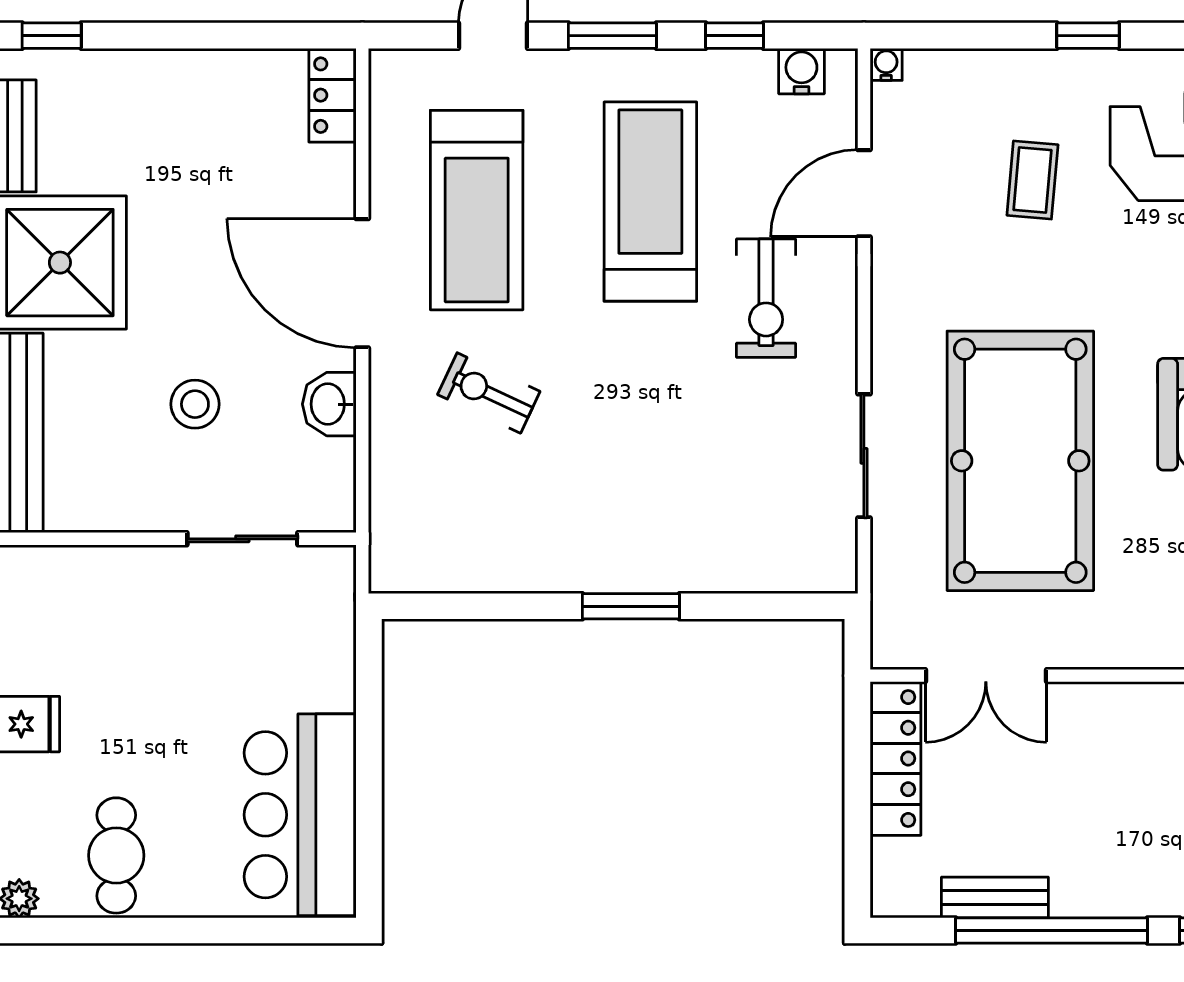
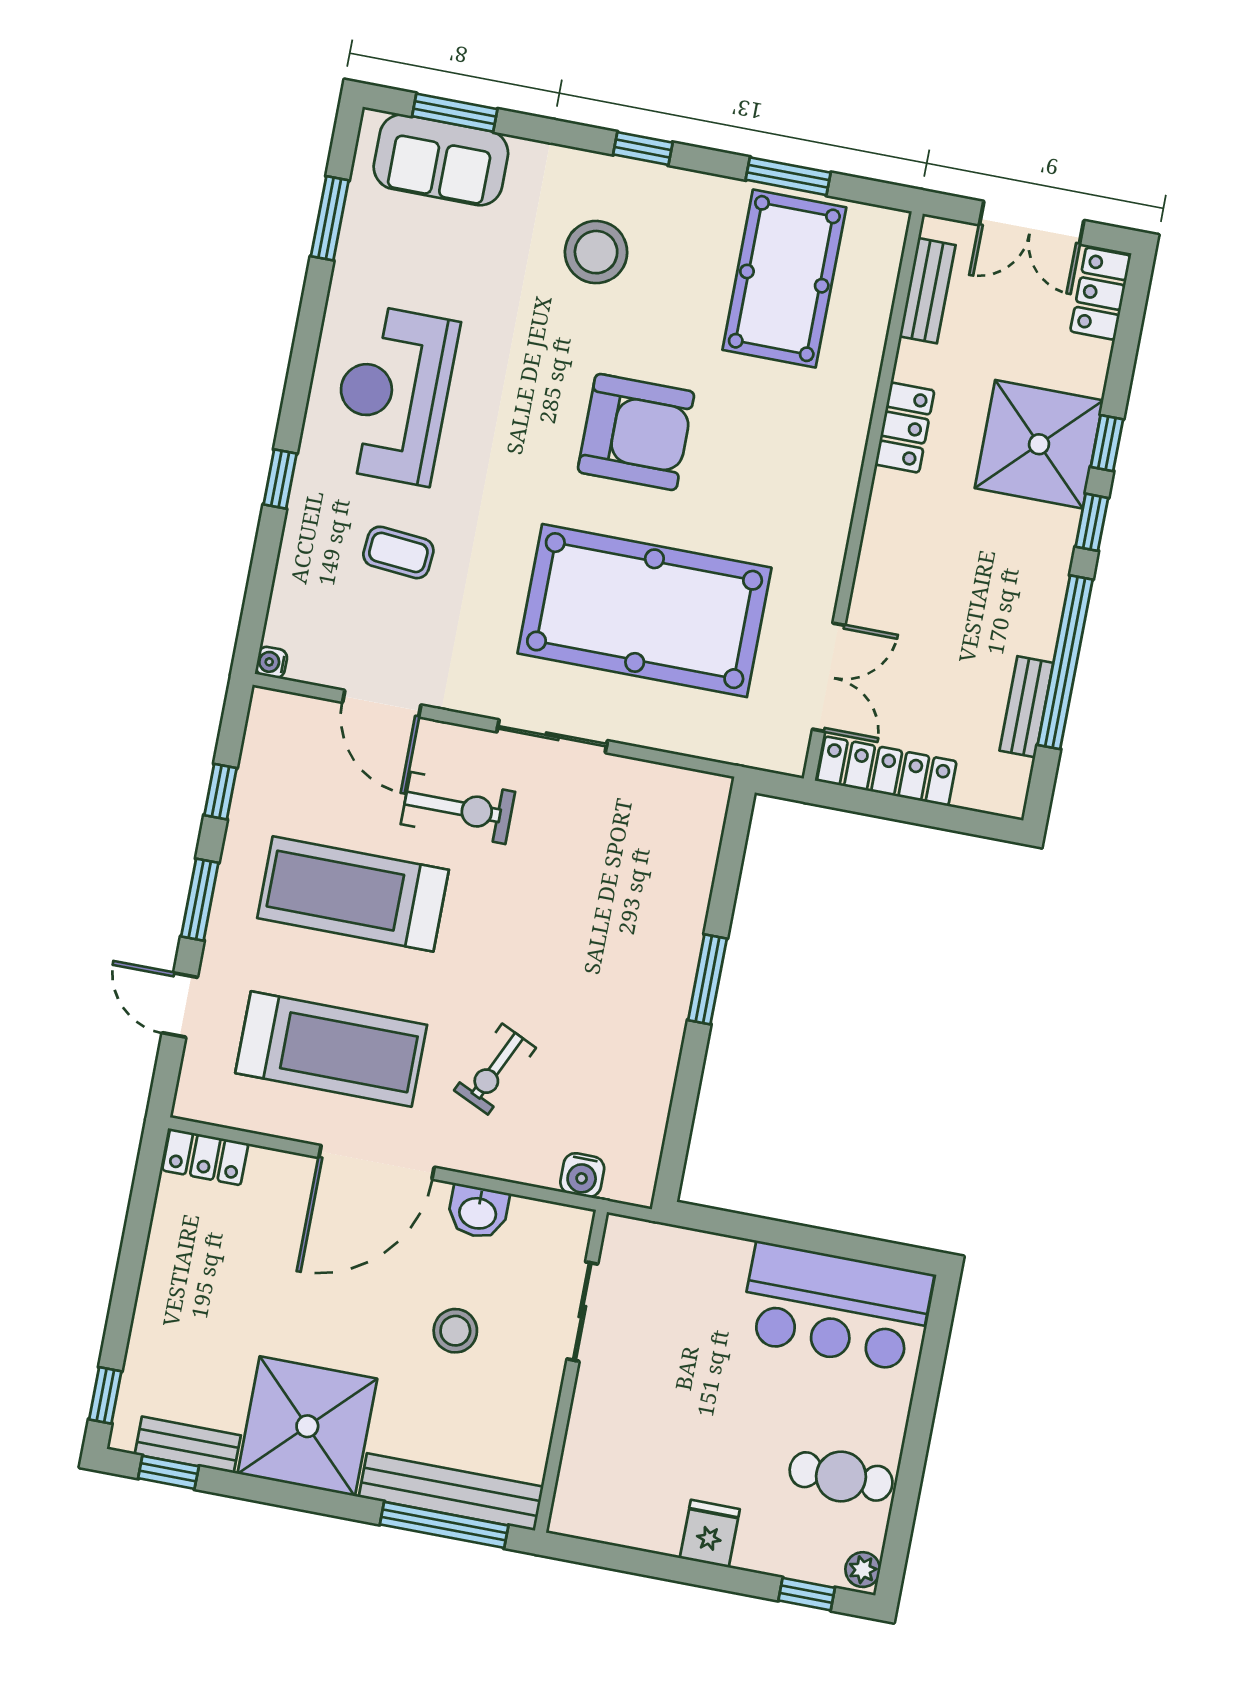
water cooler: (801, 71) -> (582, 1175), moved, turned -90
sliding door: (864, 456) -> (552, 736), moved

